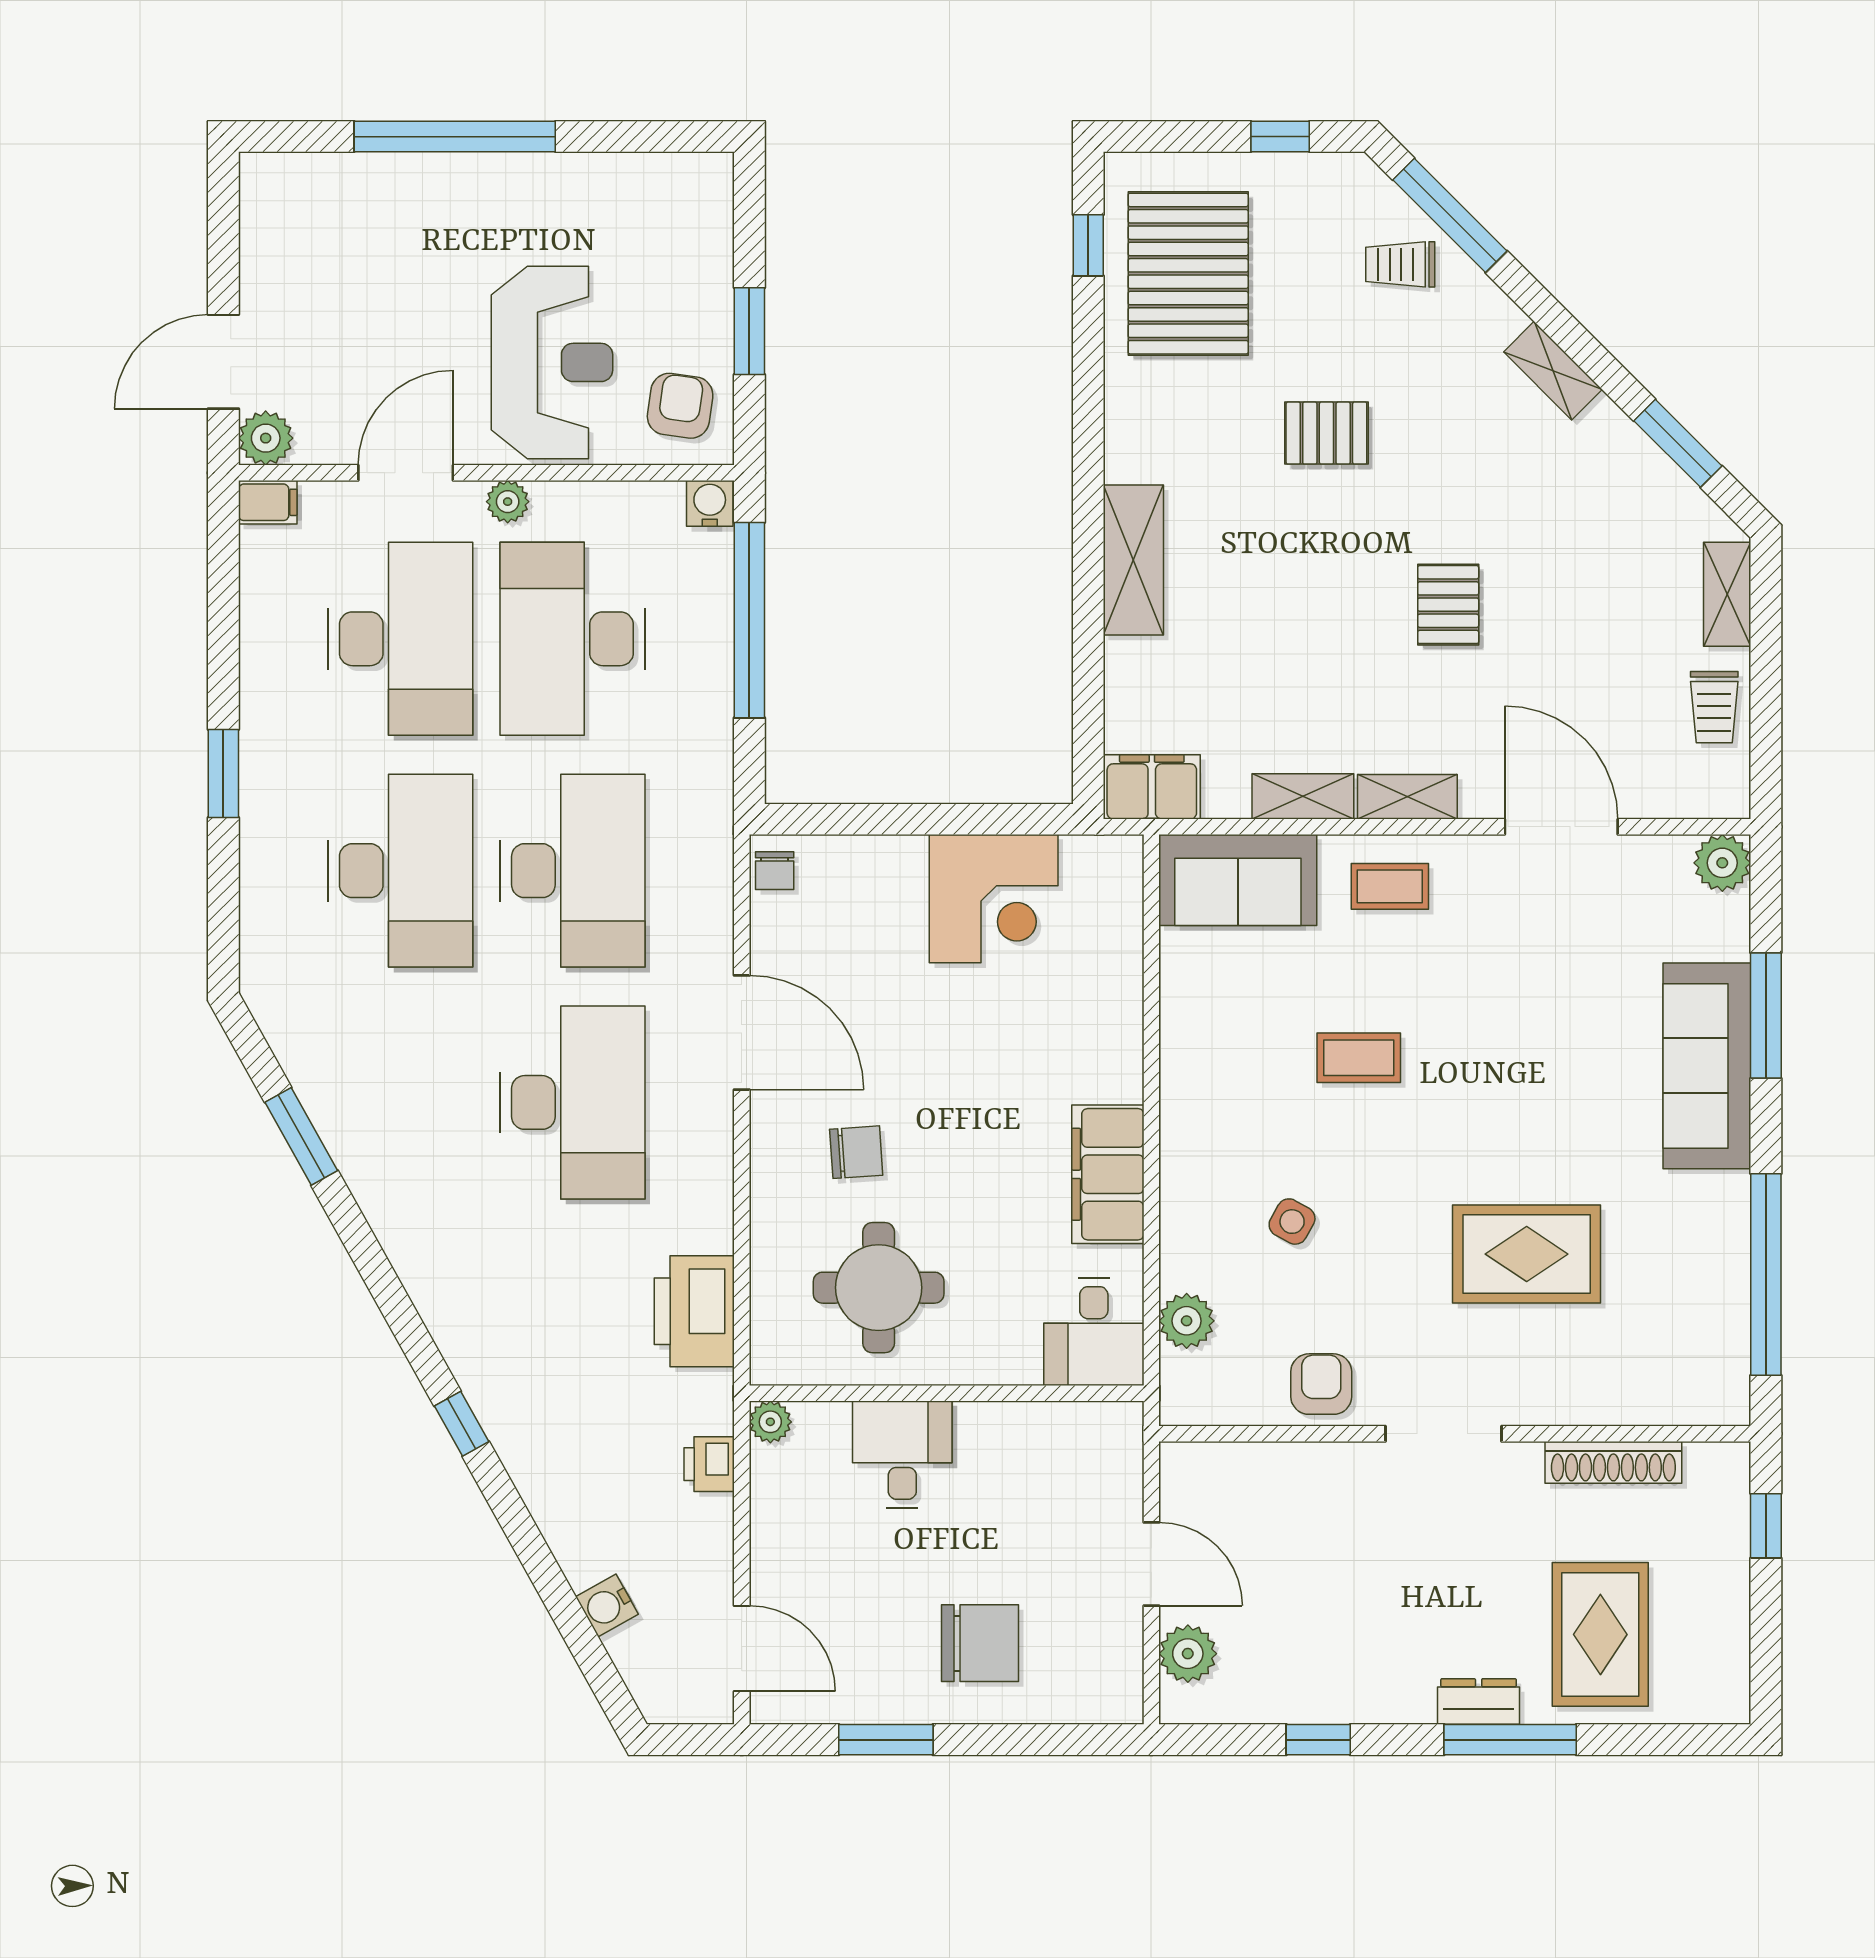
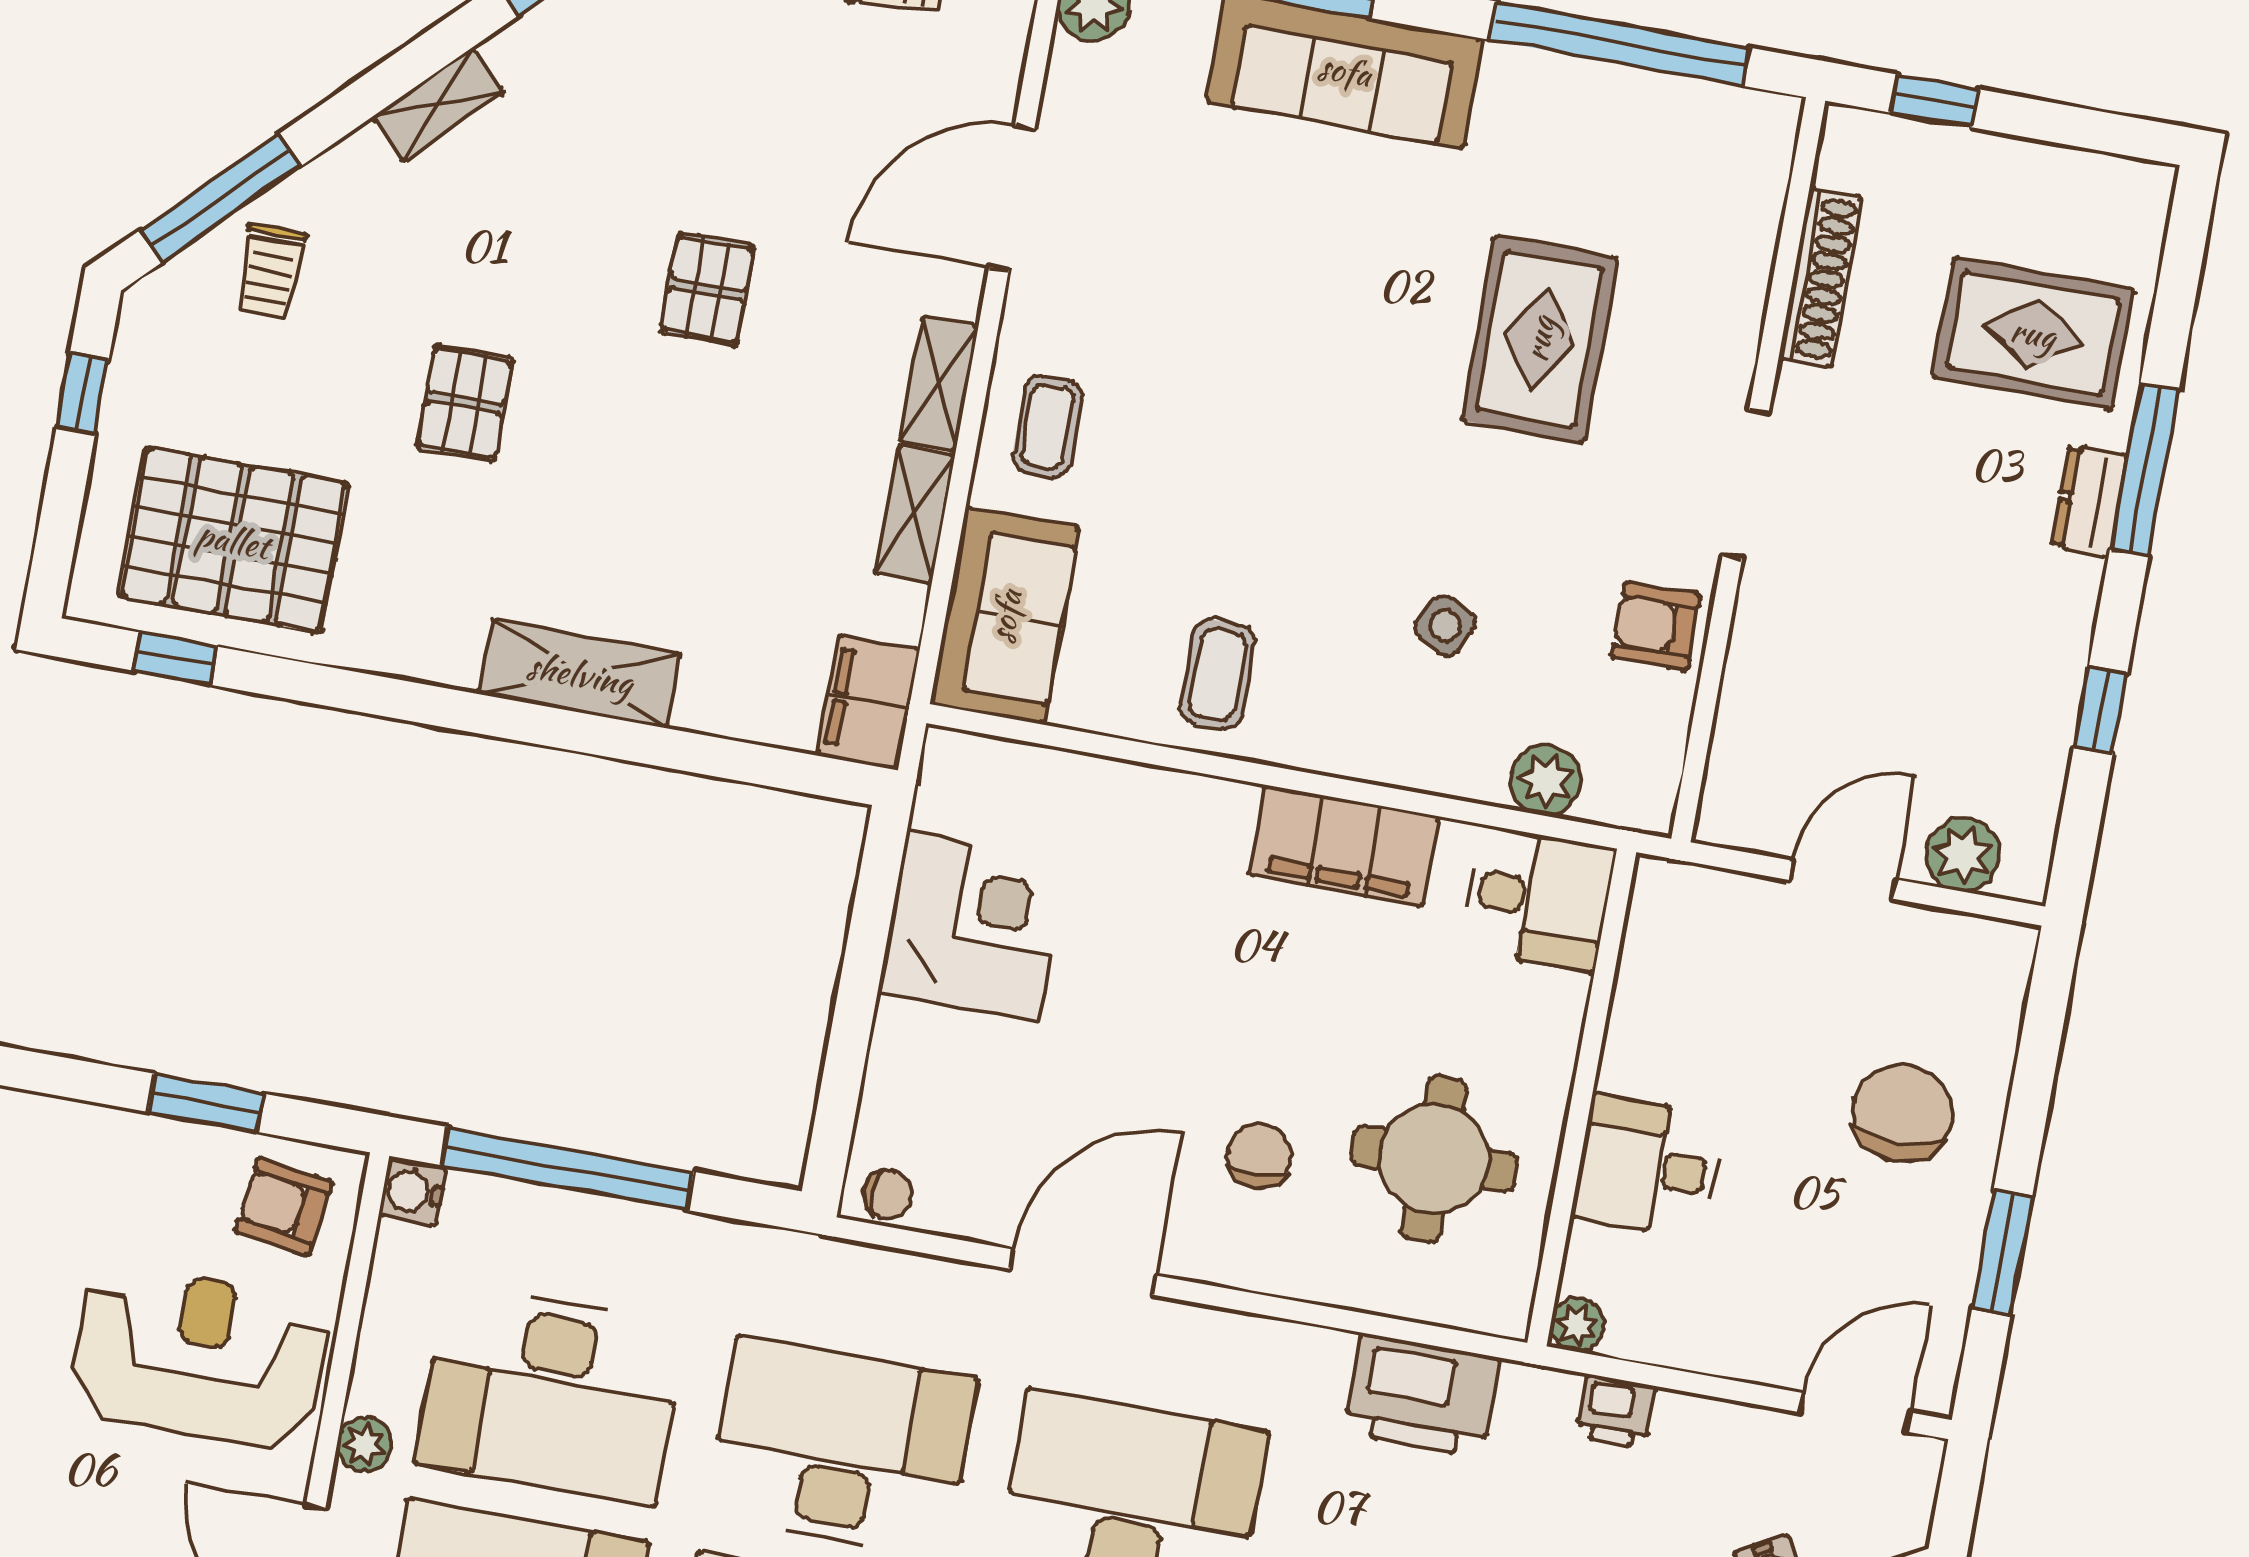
pallet: (1448, 605) -> (708, 289), turned 90
coffee table: (1359, 1058) -> (1218, 675), moved

